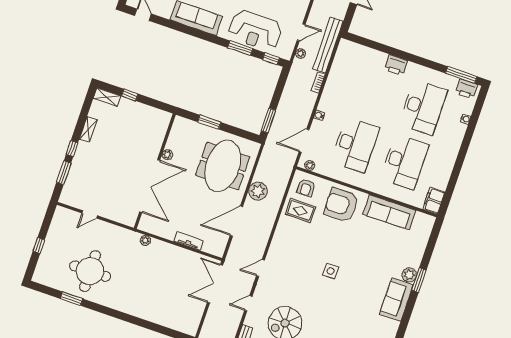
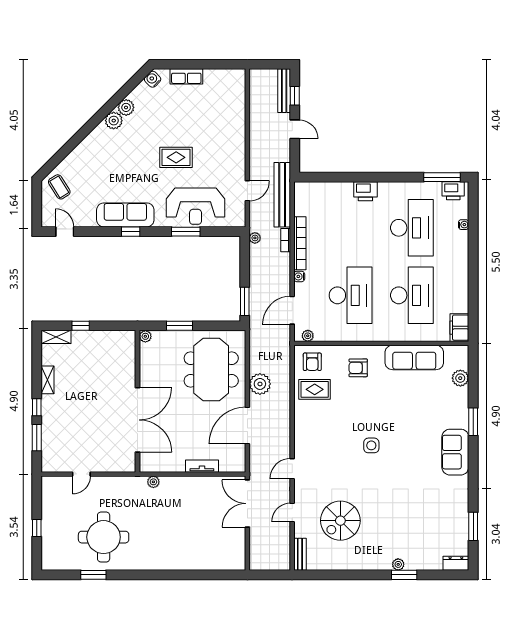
plant: (301, 54) -> (255, 238), moved
window: (271, 59) -> (131, 232), moved
bookcase: (329, 89) -> (300, 243), added
plant: (167, 155) -> (145, 336), moved
armchair: (341, 205) -> (358, 368), width x0.53, depth x0.53
plant: (409, 275) -> (460, 378), moved

